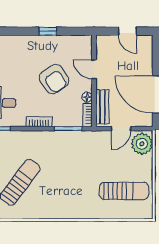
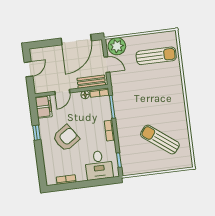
filing cabinet: (79, 44) -> (44, 107), added
armchair: (54, 79) -> (66, 138), moved
sun lounger: (124, 191) -> (156, 56), turned 90

